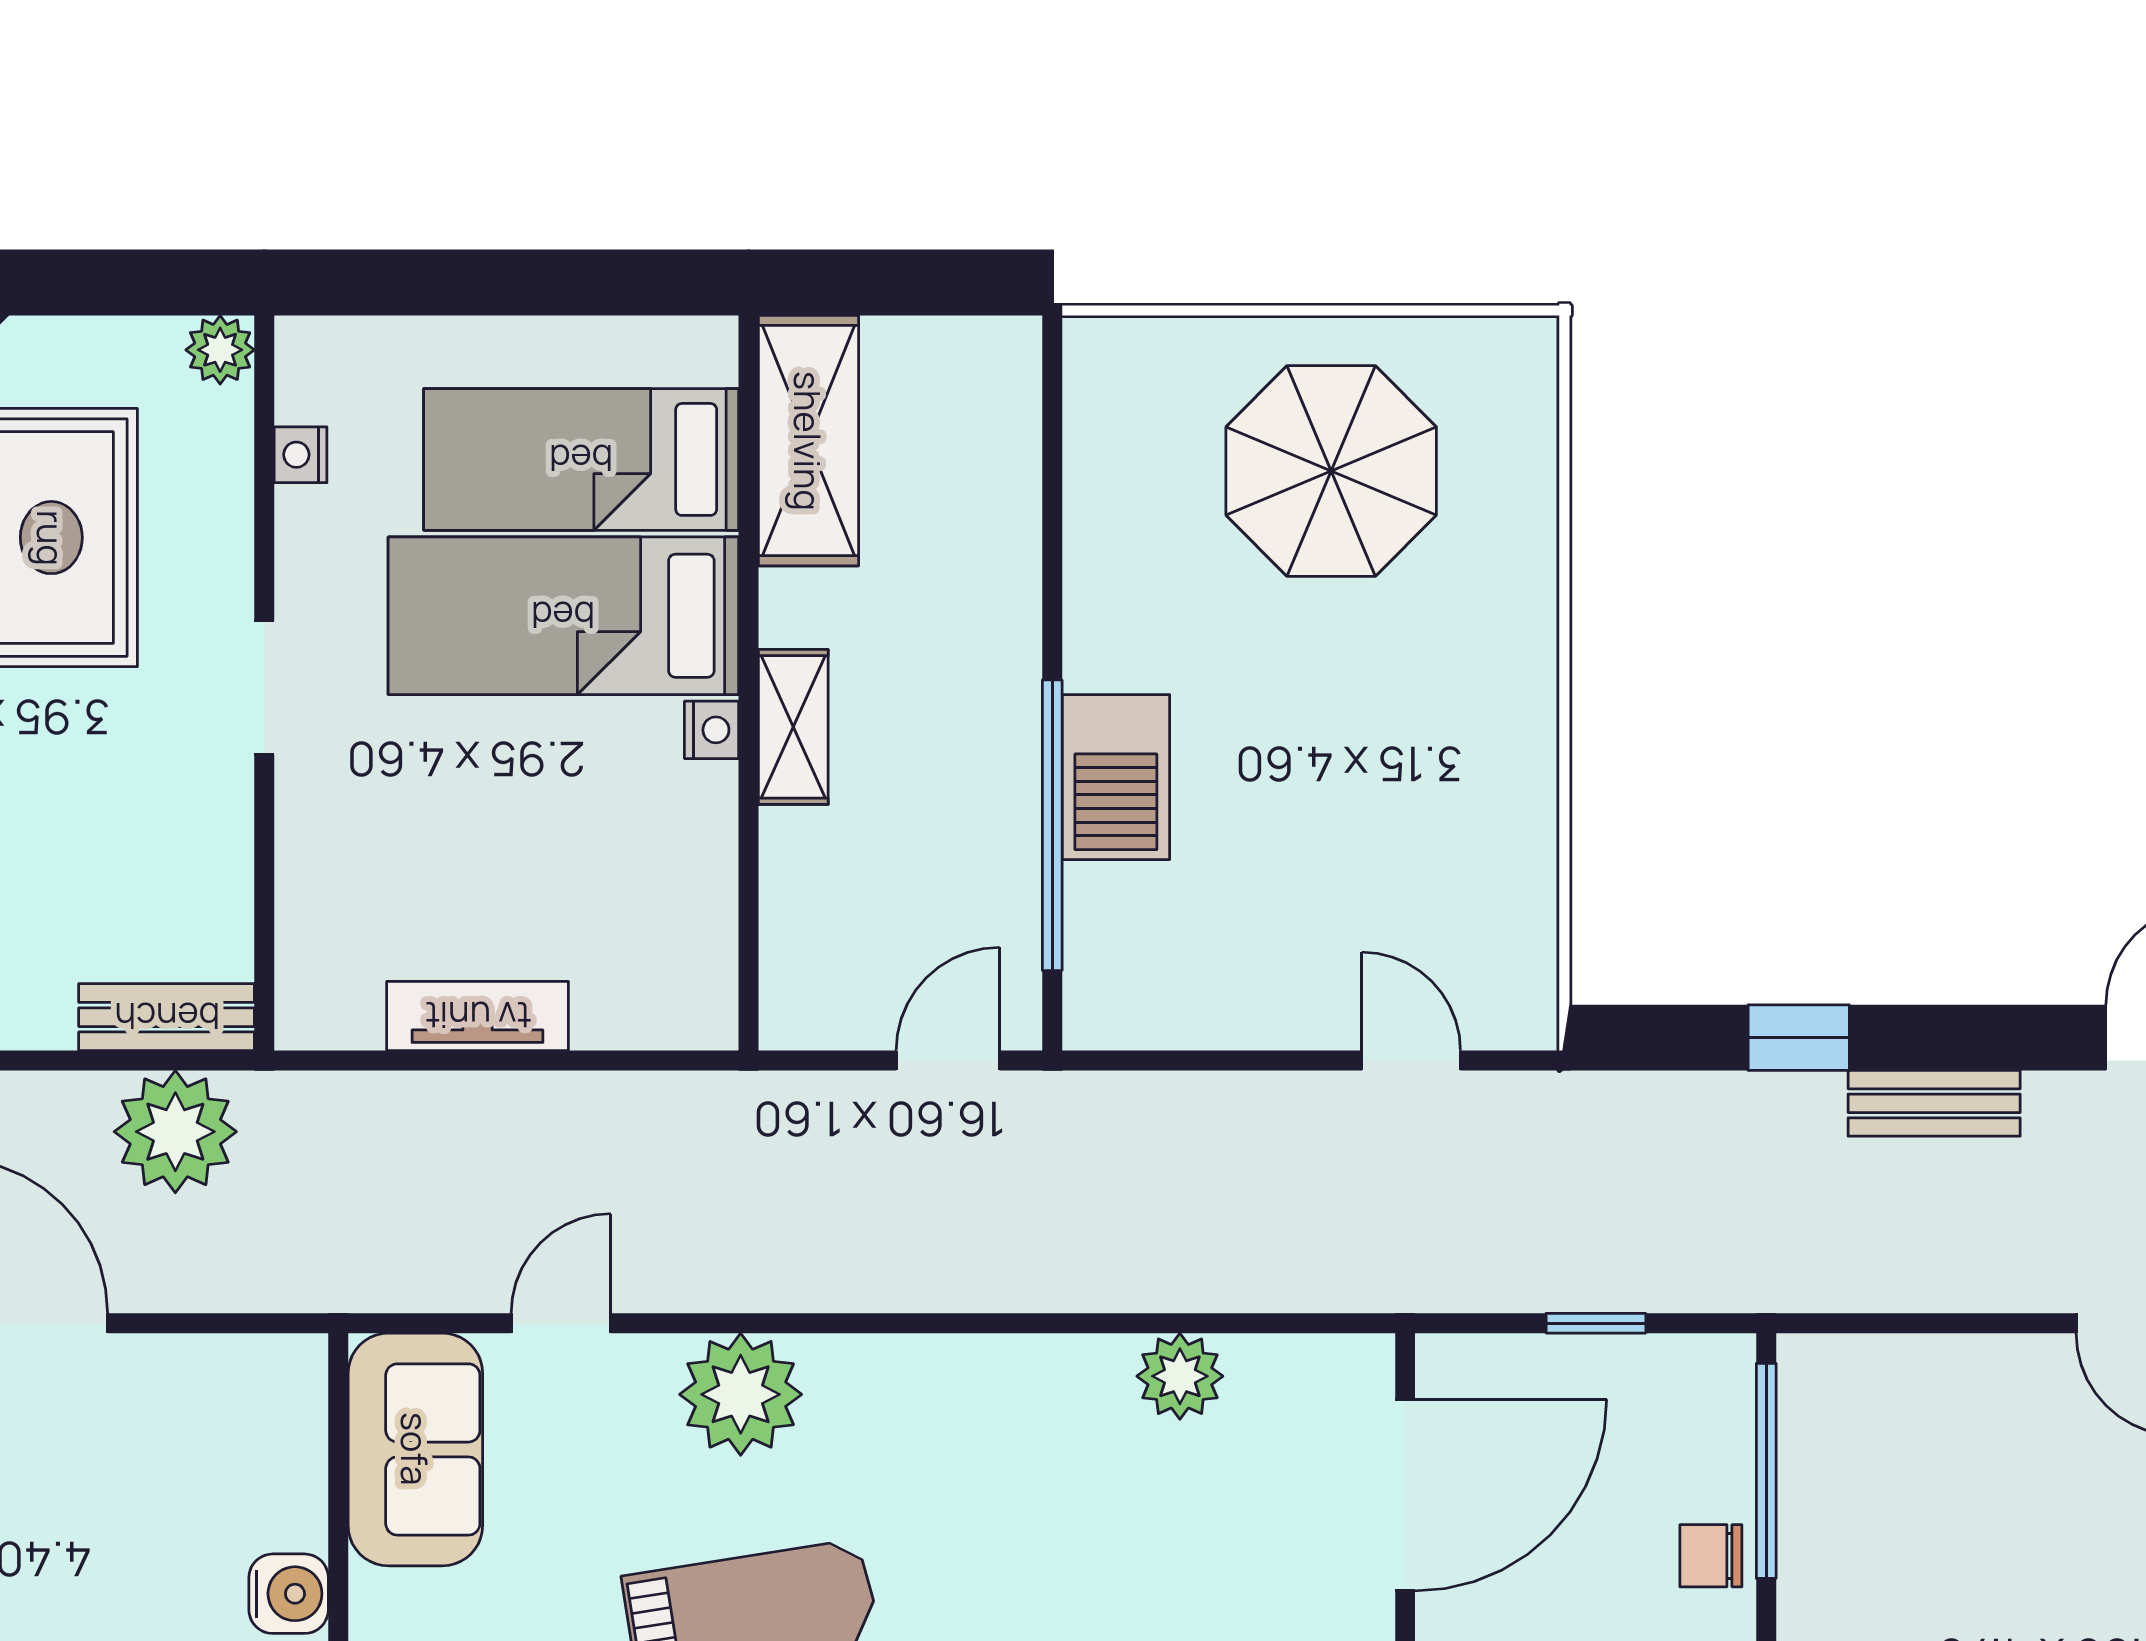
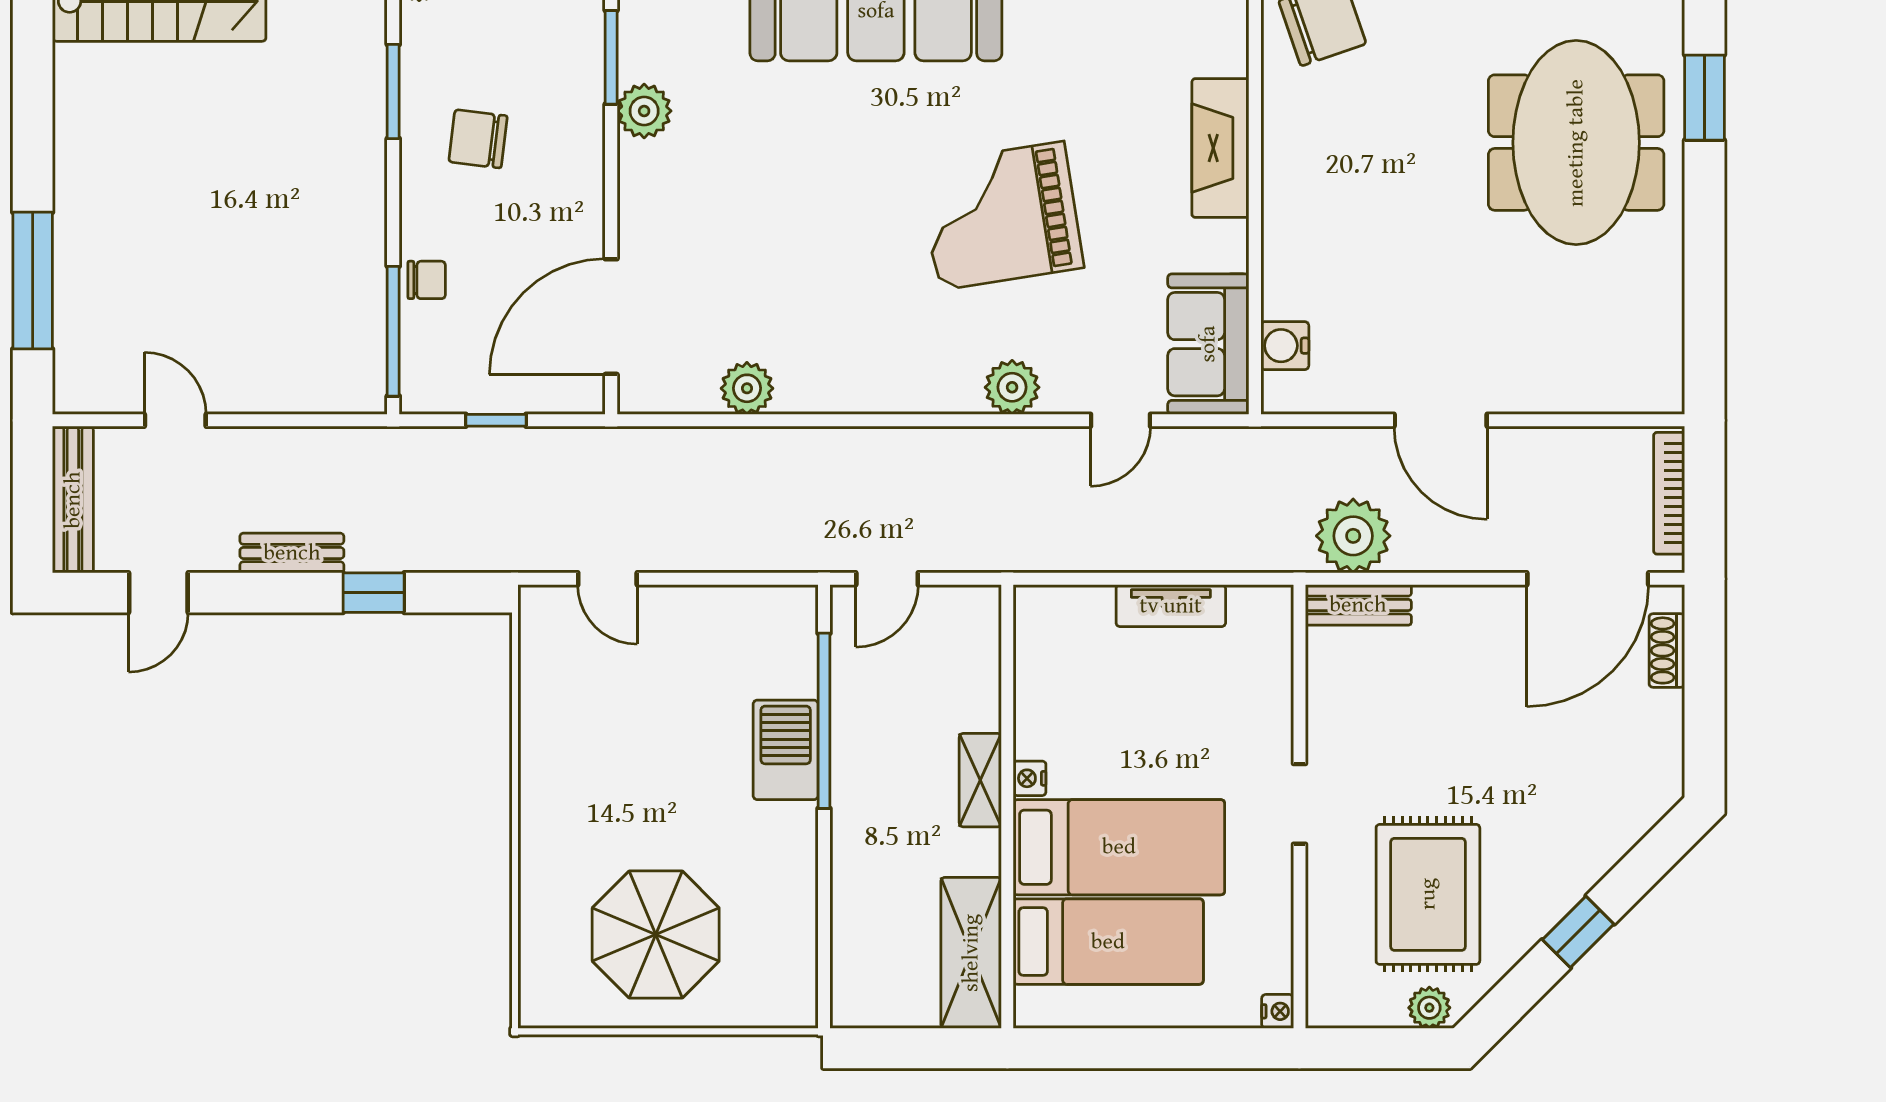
plant: (220, 350) -> (1429, 1008), moved
nightstand: (301, 455) -> (1278, 1011), moved
plant: (741, 1394) -> (1012, 387), width x0.73, depth x0.73
water cooler: (289, 1594) -> (1285, 346), moved

